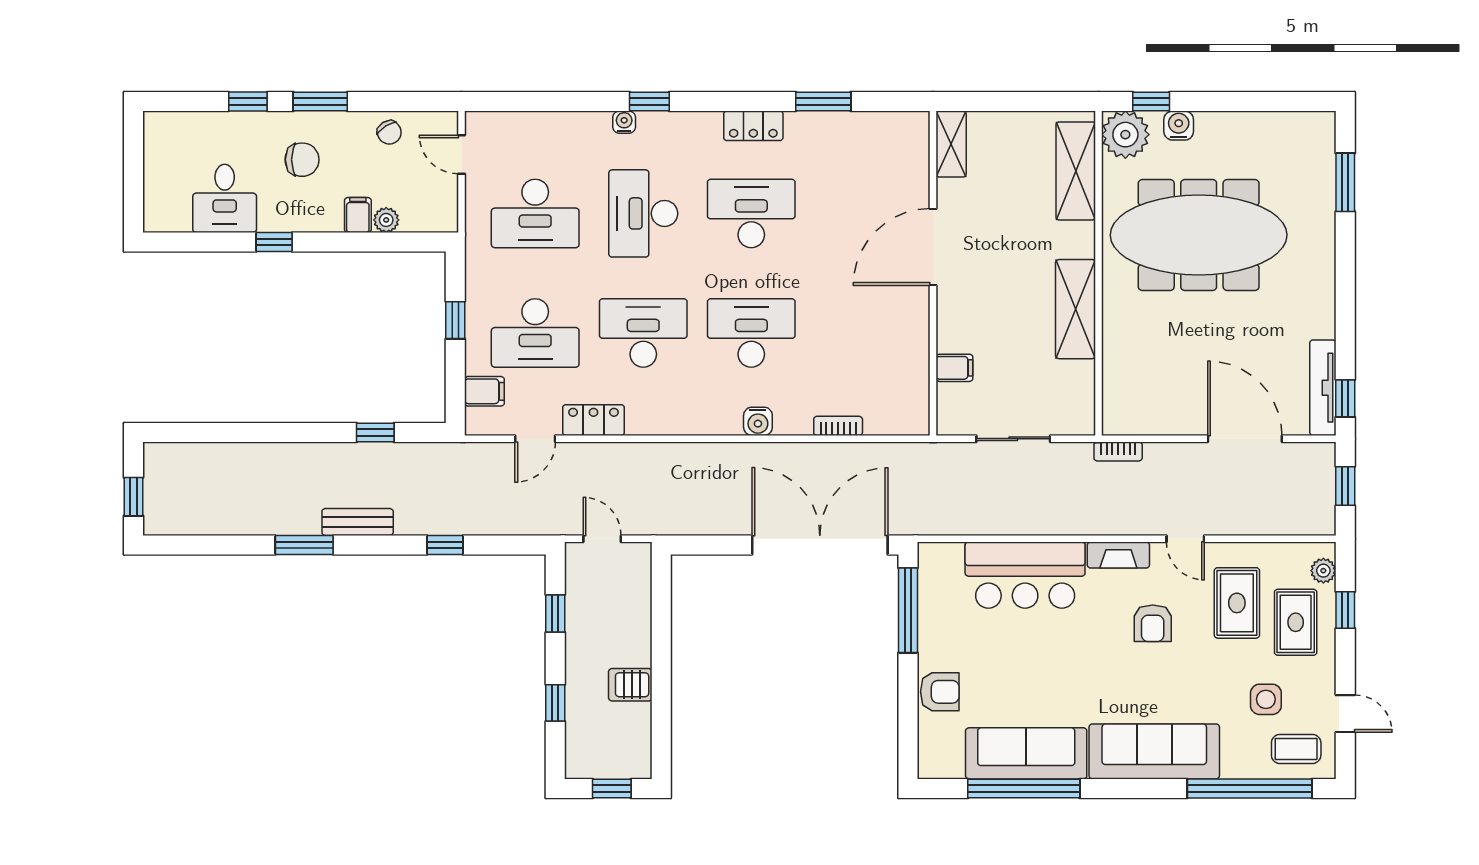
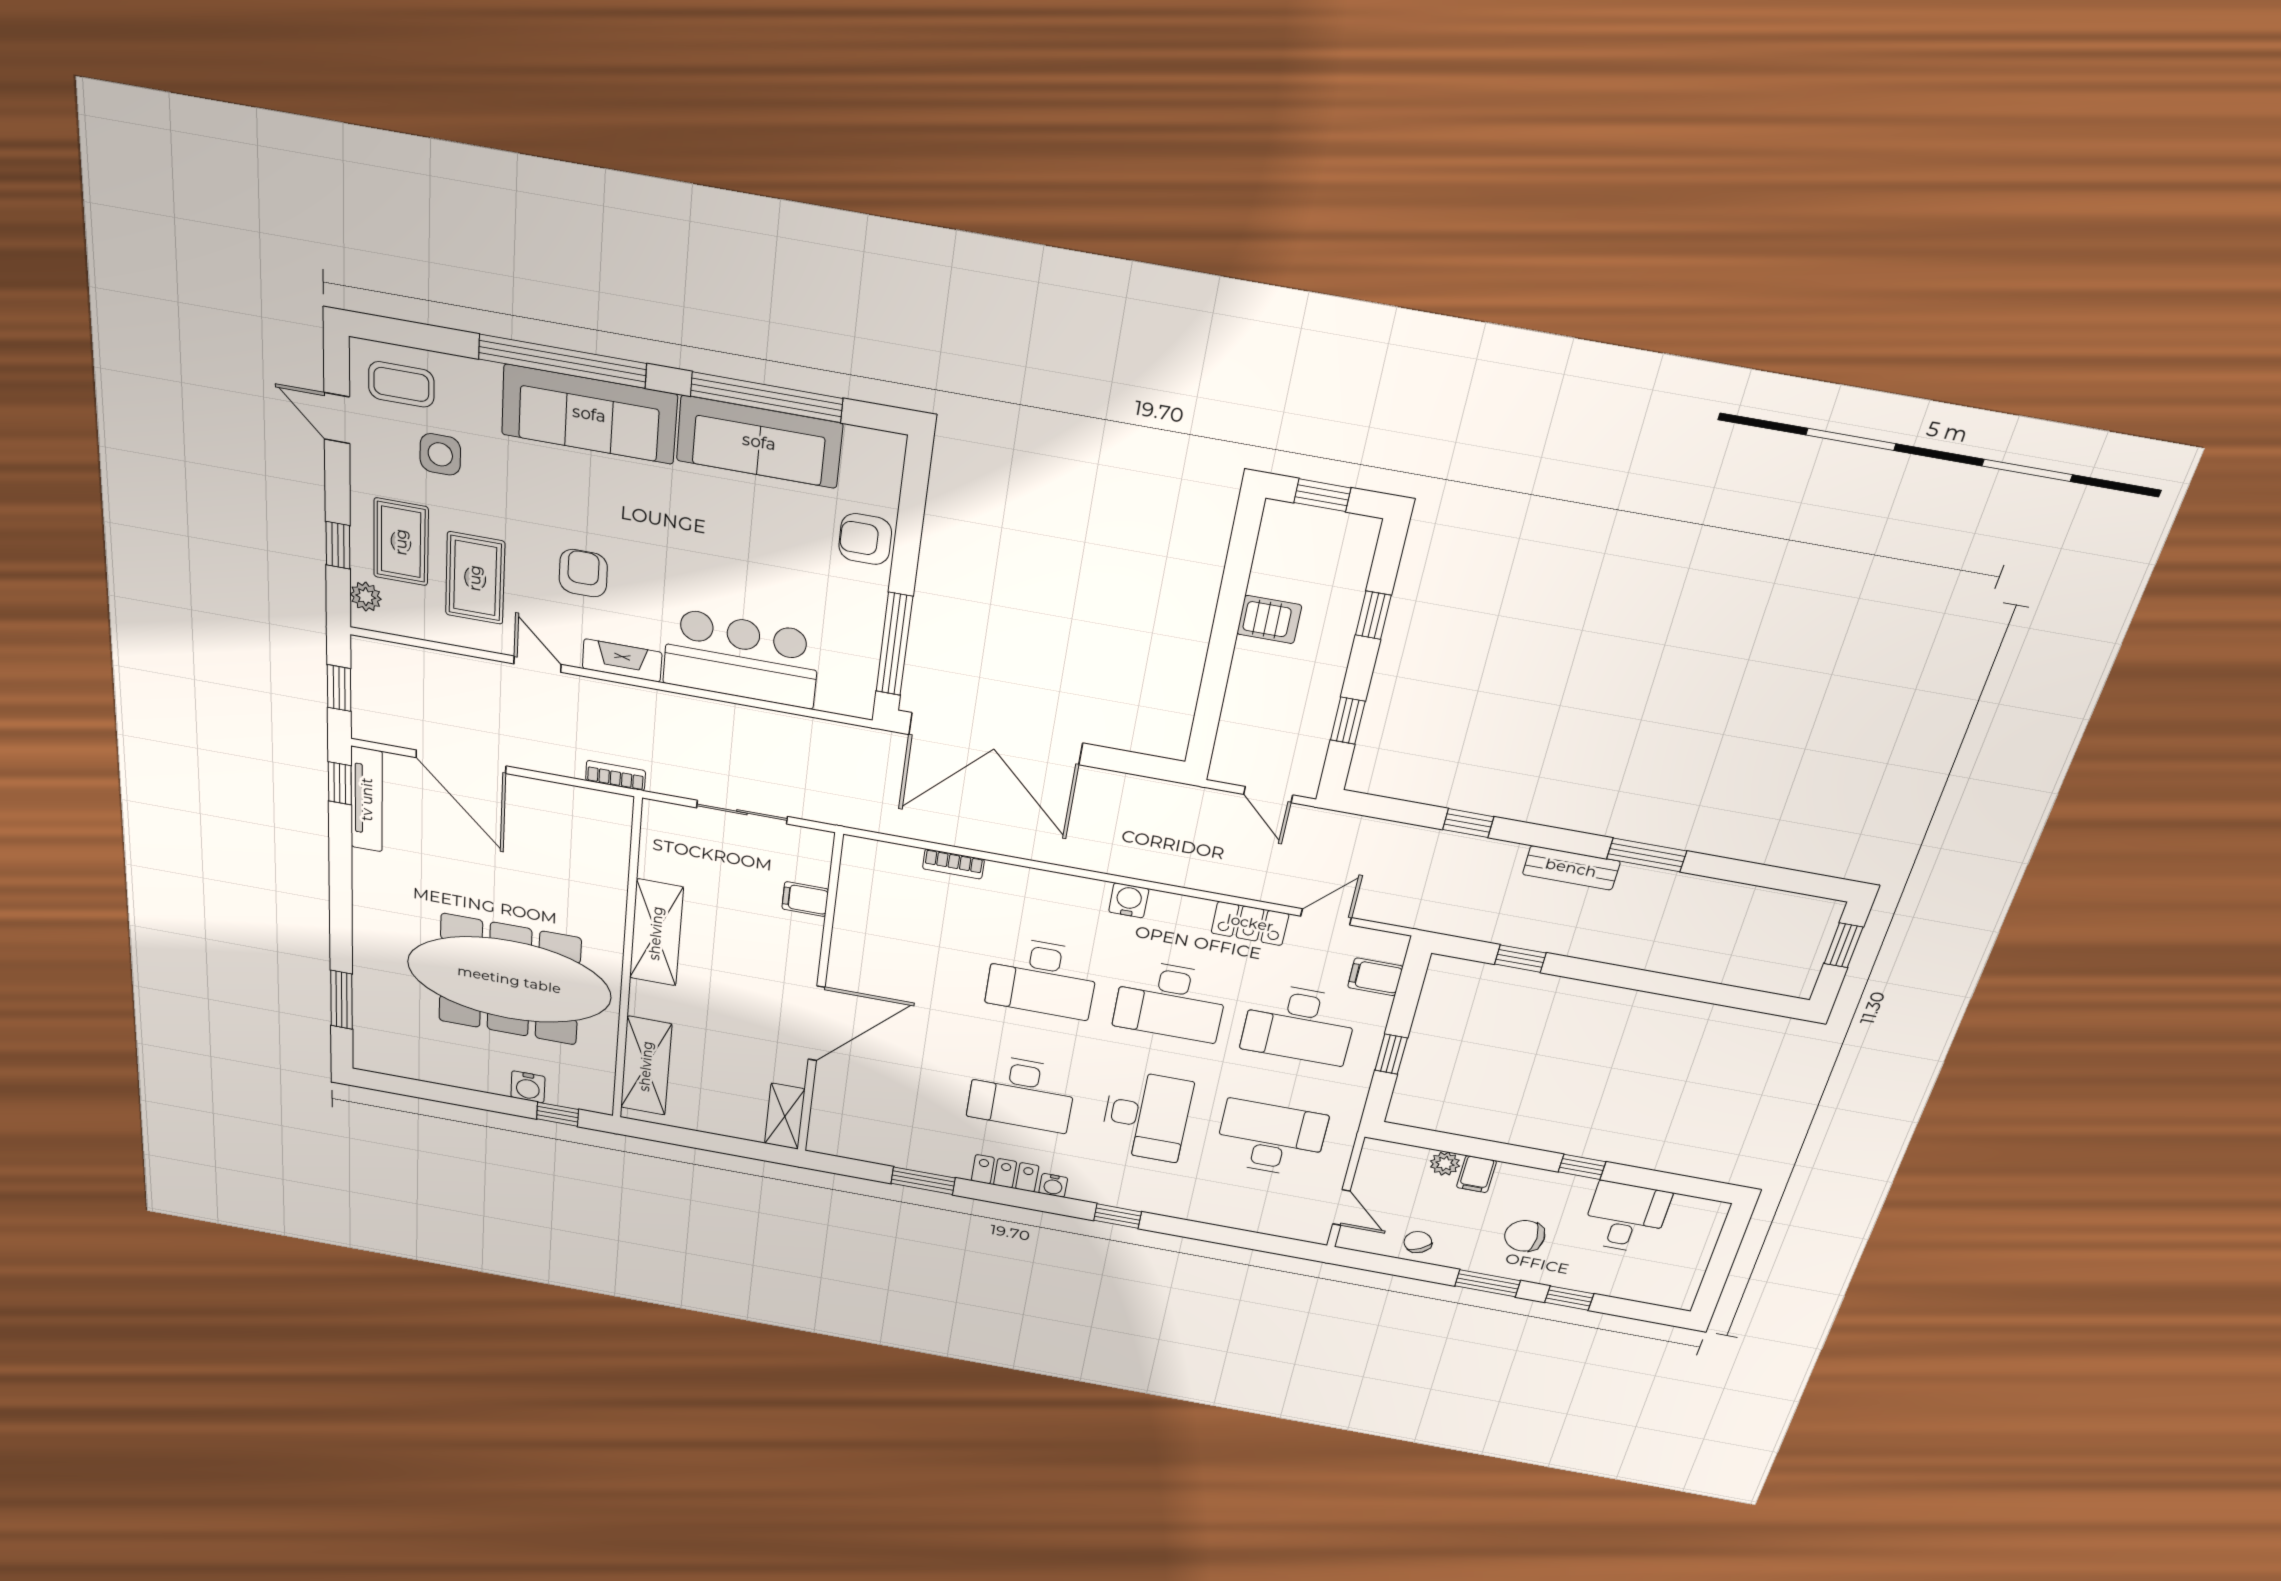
water cooler: (624, 122) -> (1053, 1185), moved
plant: (1125, 135) -> (588, 1089), removed
desk: (535, 333) -> (1299, 1024), turned 180
water cooler: (758, 421) -> (1129, 900), moved
window: (1250, 788) -> (562, 361), moved

